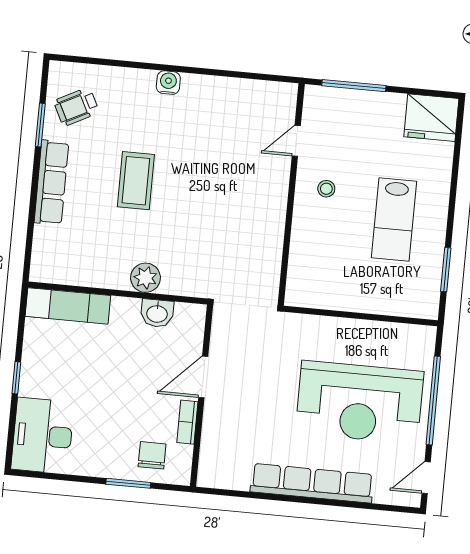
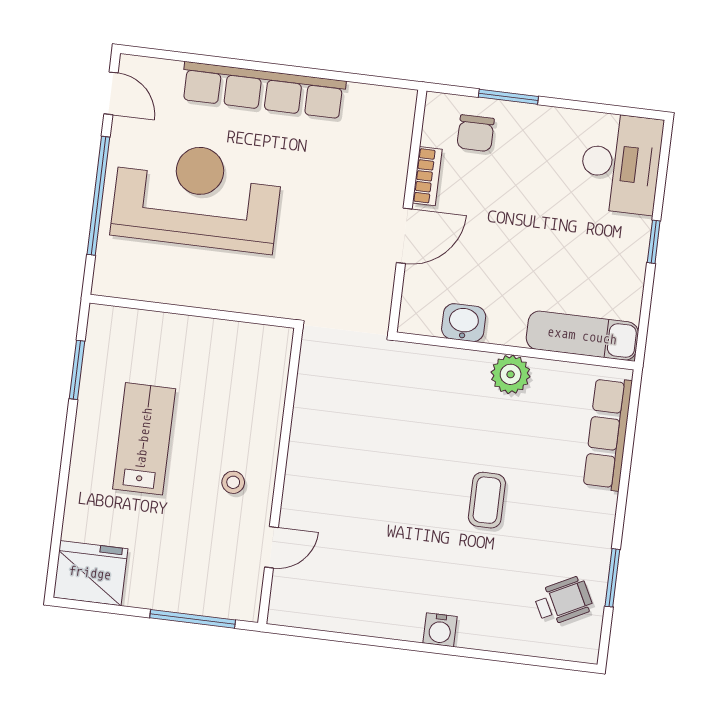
coffee table: (136, 181) -> (487, 500), width x0.73, depth x0.77
row of seats: (51, 182) -> (608, 434), moved
plant: (145, 278) -> (511, 374), moved
door: (426, 478) -> (111, 93), hinge flipped

